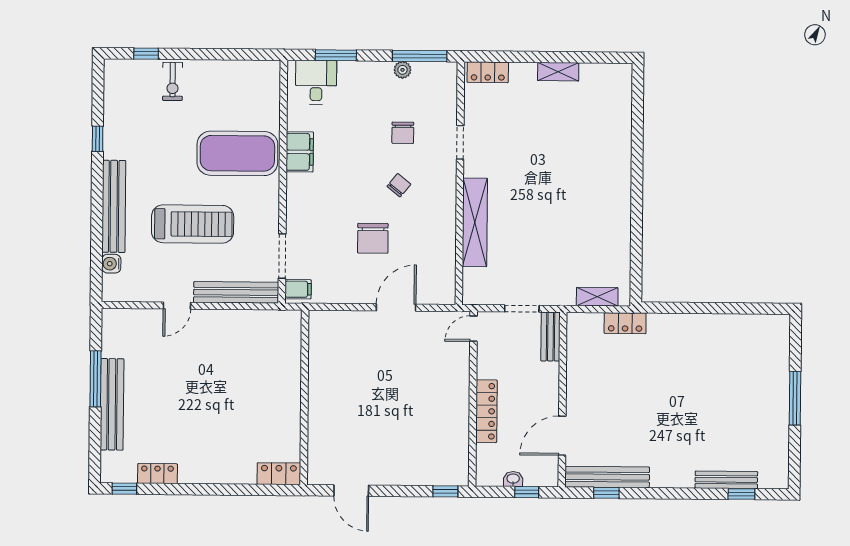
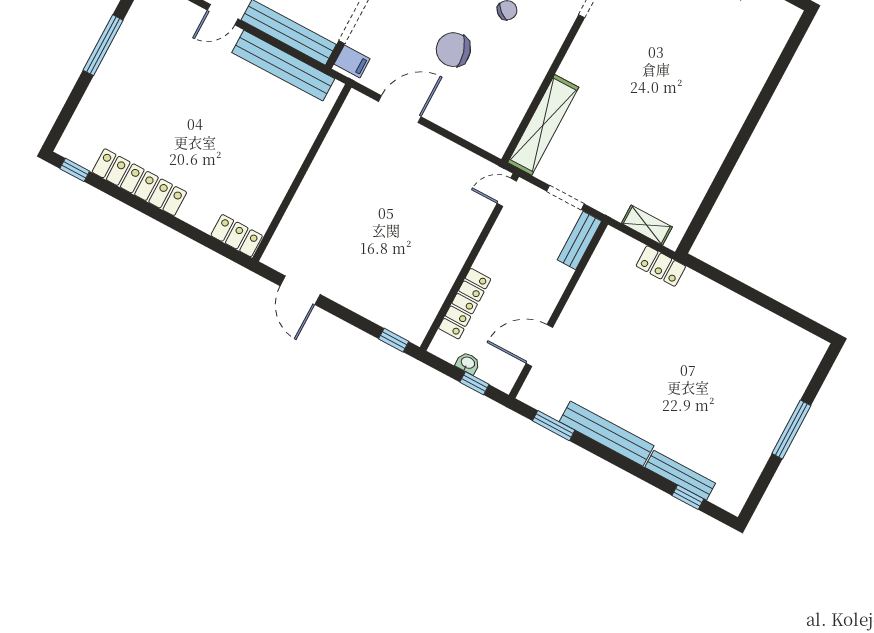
shelving: (475, 222) -> (543, 125), moved
chair: (373, 238) -> (453, 50), turned 74
door: (396, 308) -> (400, 109), moved
bench: (112, 404) -> (283, 66), moved, turned 90
locker: (486, 411) -> (465, 304), moved
locker: (157, 474) -> (139, 182), width x2.16, depth x1.21
bench: (607, 477) -> (607, 434), moved
window: (606, 493) -> (554, 426), width x1.50

